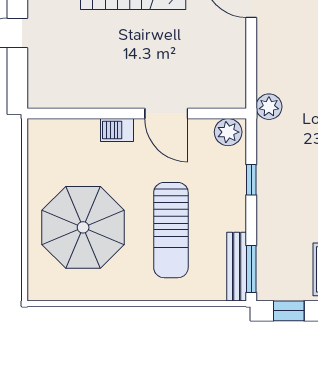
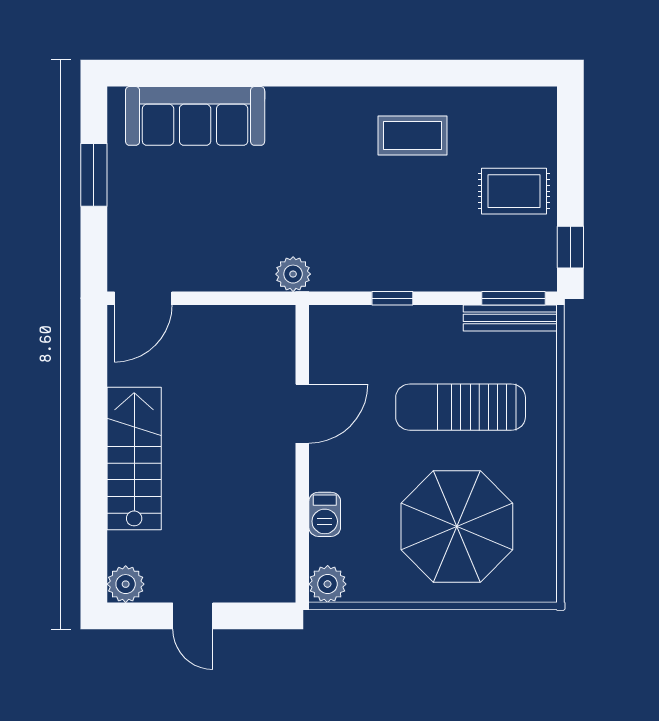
barbecue: (117, 130) -> (325, 514), moved
plant: (228, 132) -> (328, 584), moved
sun lounger: (171, 230) -> (461, 407), turned 180

